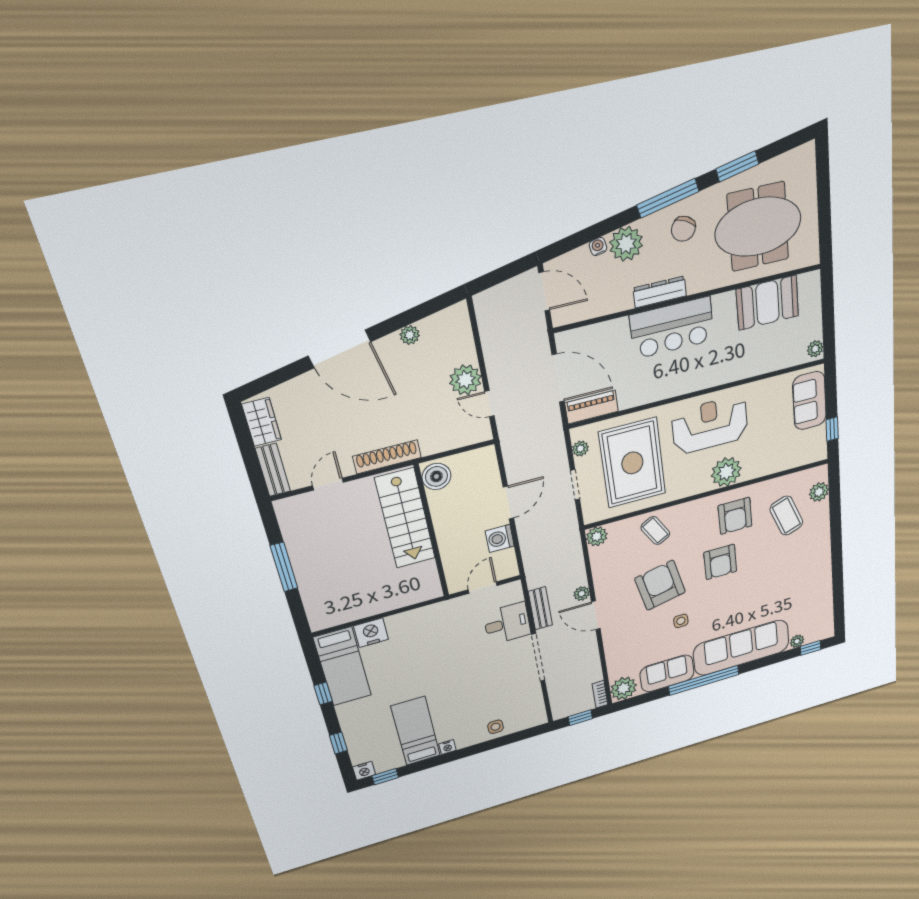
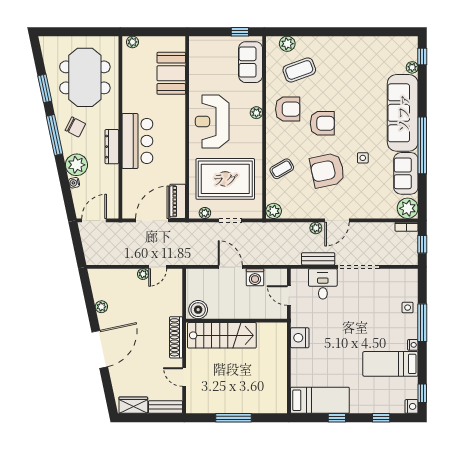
booth: (767, 303) -> (171, 73), moved
plant: (815, 349) -> (132, 42), moved
plant: (465, 380) -> (143, 274), width x0.53, depth x0.53
sofa: (809, 401) -> (251, 62), moved, turned 90
plant: (726, 472) -> (256, 113), width x0.53, depth x0.53
nightstand: (371, 633) -> (300, 338), moved
window: (479, 748) -> (422, 323), added

